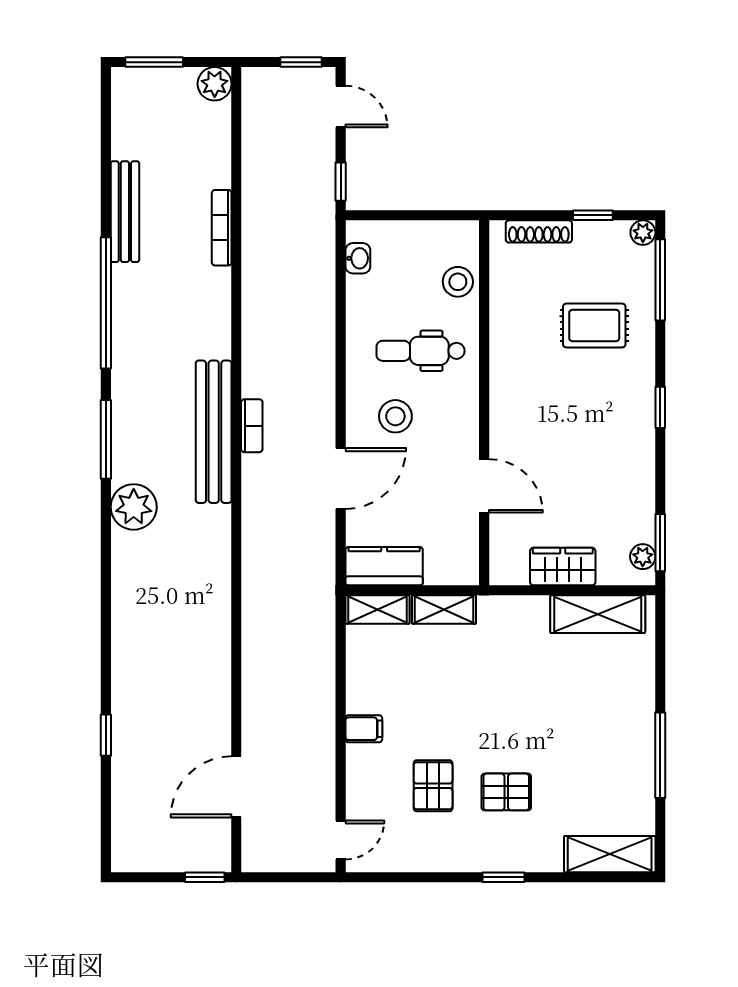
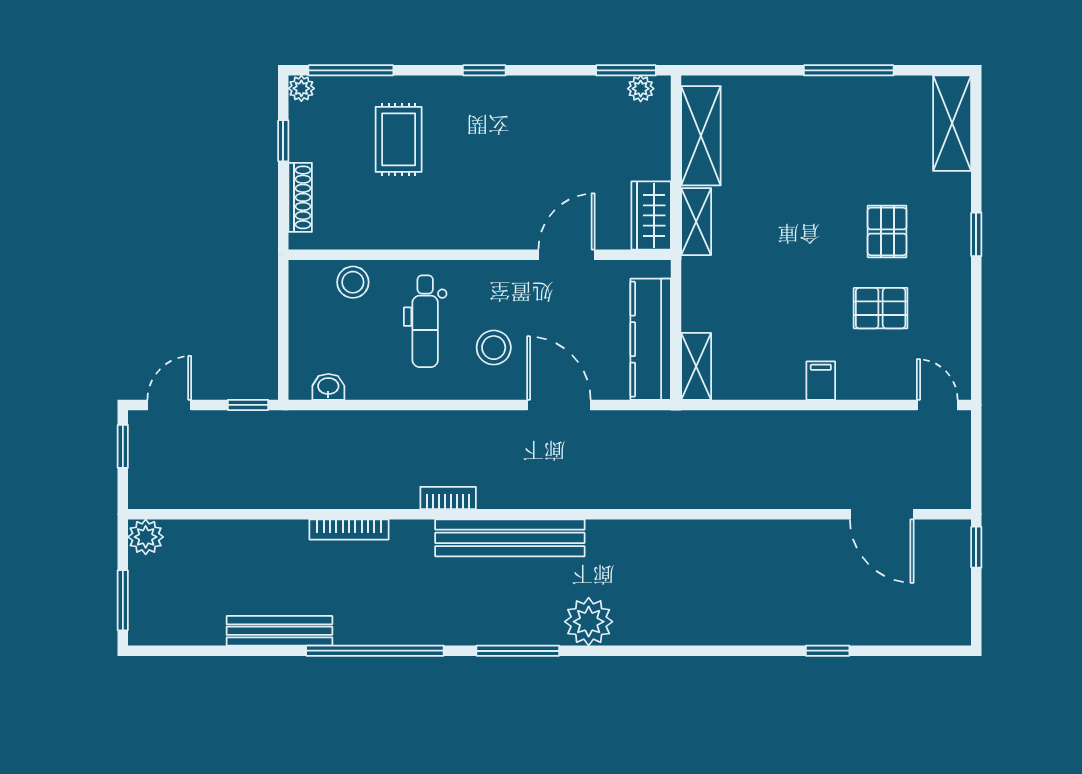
bookcase: (222, 228) -> (349, 529), moved
bookcase: (252, 426) -> (448, 498), moved
kitchen counter: (384, 566) -> (651, 339), width x1.50
wardrobe: (563, 567) -> (651, 215), moved
shelving: (444, 610) -> (696, 222), moved

